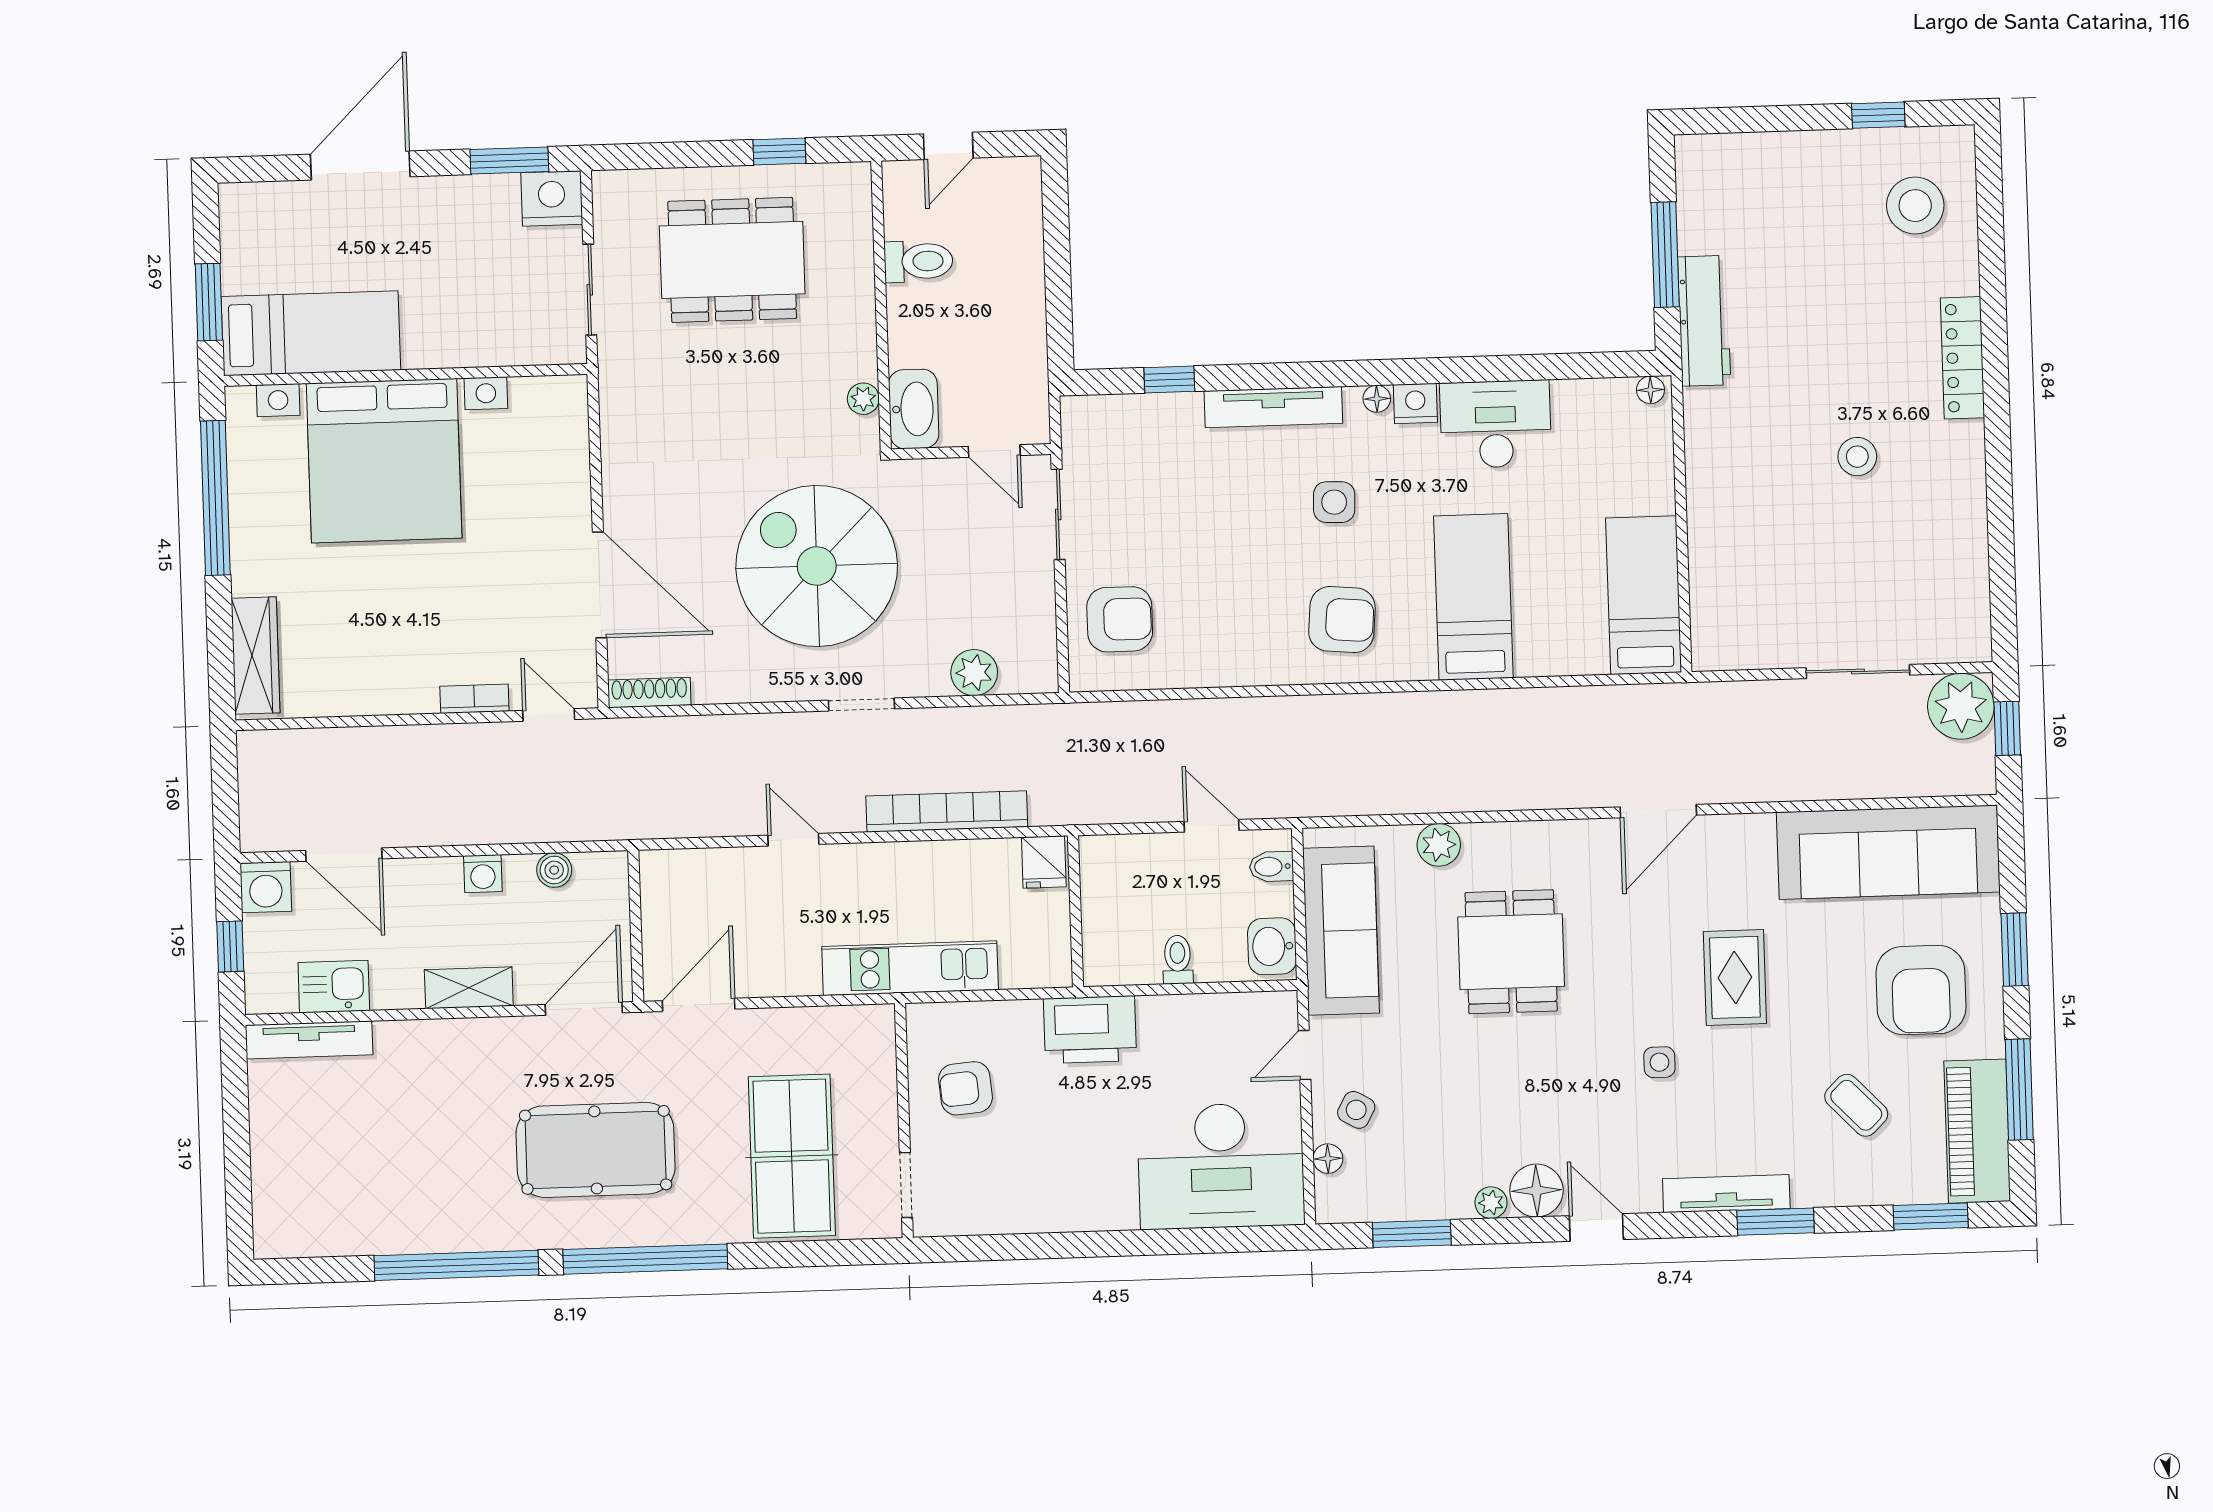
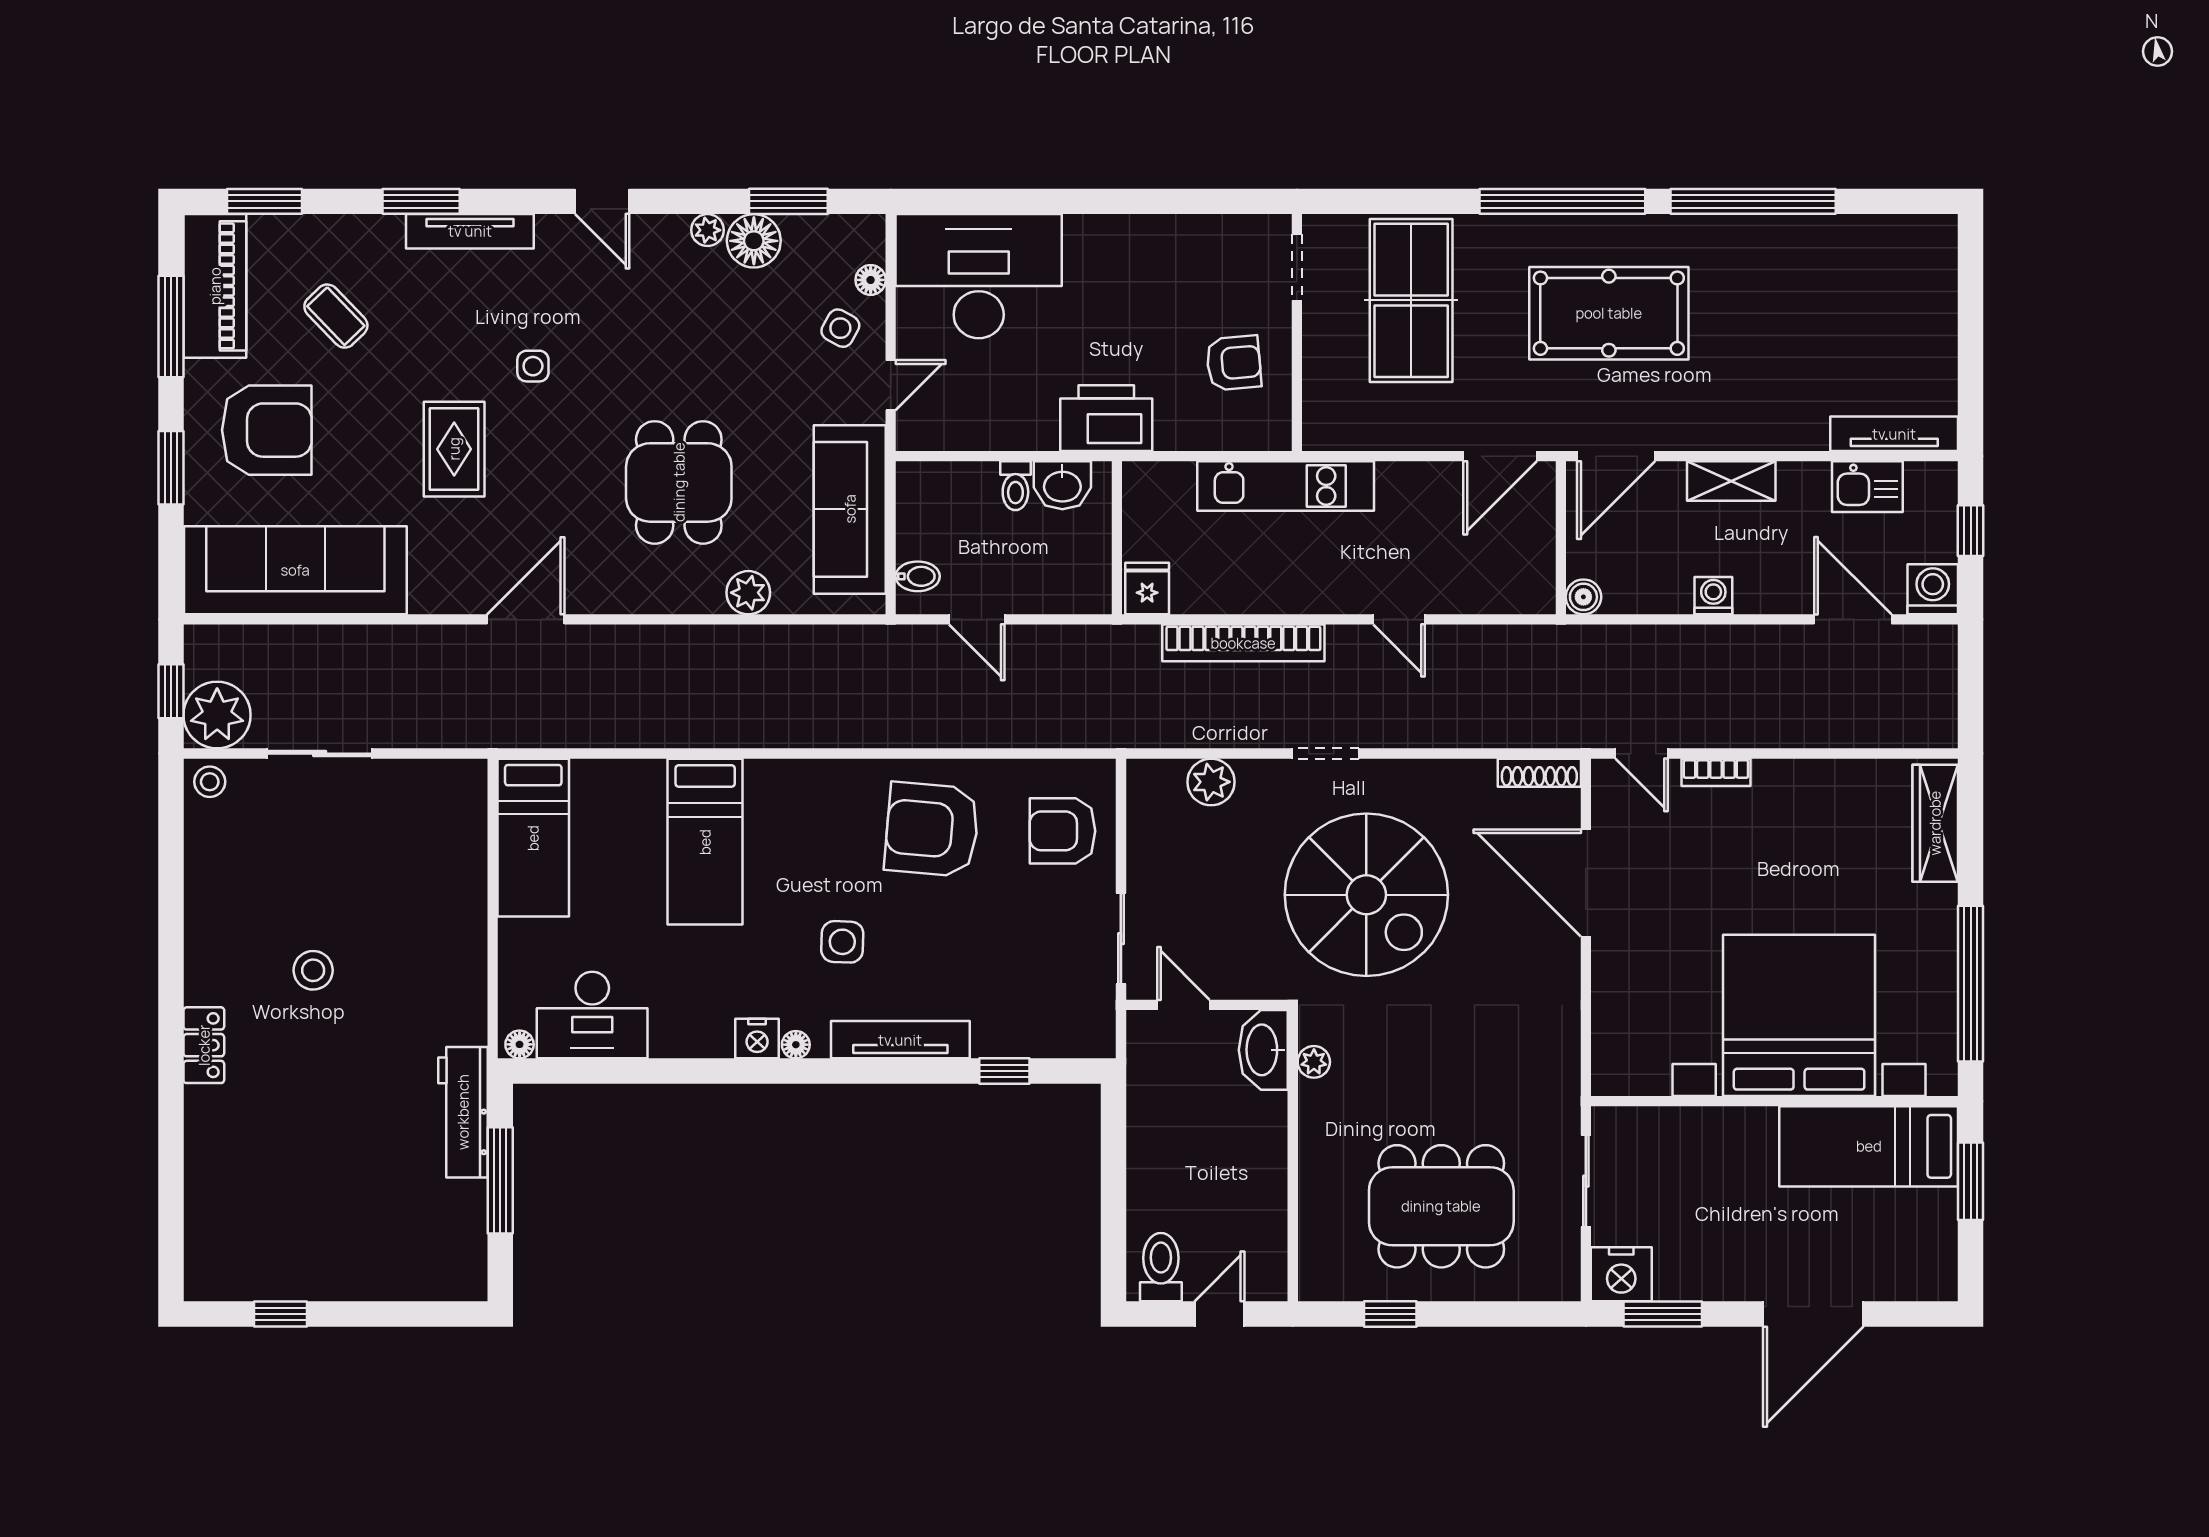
stool: (1915, 206) -> (210, 782), moved, width x0.53, depth x0.53
toilet: (918, 261) -> (1161, 1267), moved, turned 90
locker: (1962, 358) -> (204, 1045), width x0.66
desk: (1496, 424) -> (592, 1015), moved
armchair: (1342, 620) -> (932, 829), moved, width x1.36, depth x1.36
boiler: (554, 870) -> (1583, 597), moved
washbasin: (1272, 946) -> (1062, 485), moved, turned 90
armchair: (1921, 990) -> (267, 430), turned 90
floor lamp: (1536, 1191) -> (754, 241), moved

